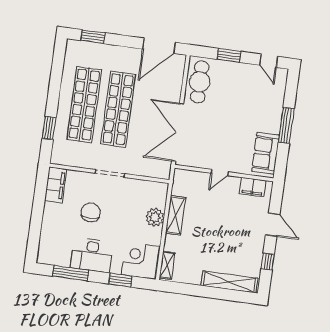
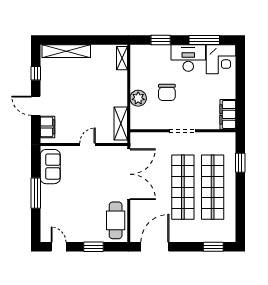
filing cabinet: (253, 187) -> (47, 127), moved, turned 90
chair: (91, 212) -> (167, 92), moved
shelving: (175, 215) -> (121, 123), moved
corner desk: (140, 260) -> (221, 59), moved

